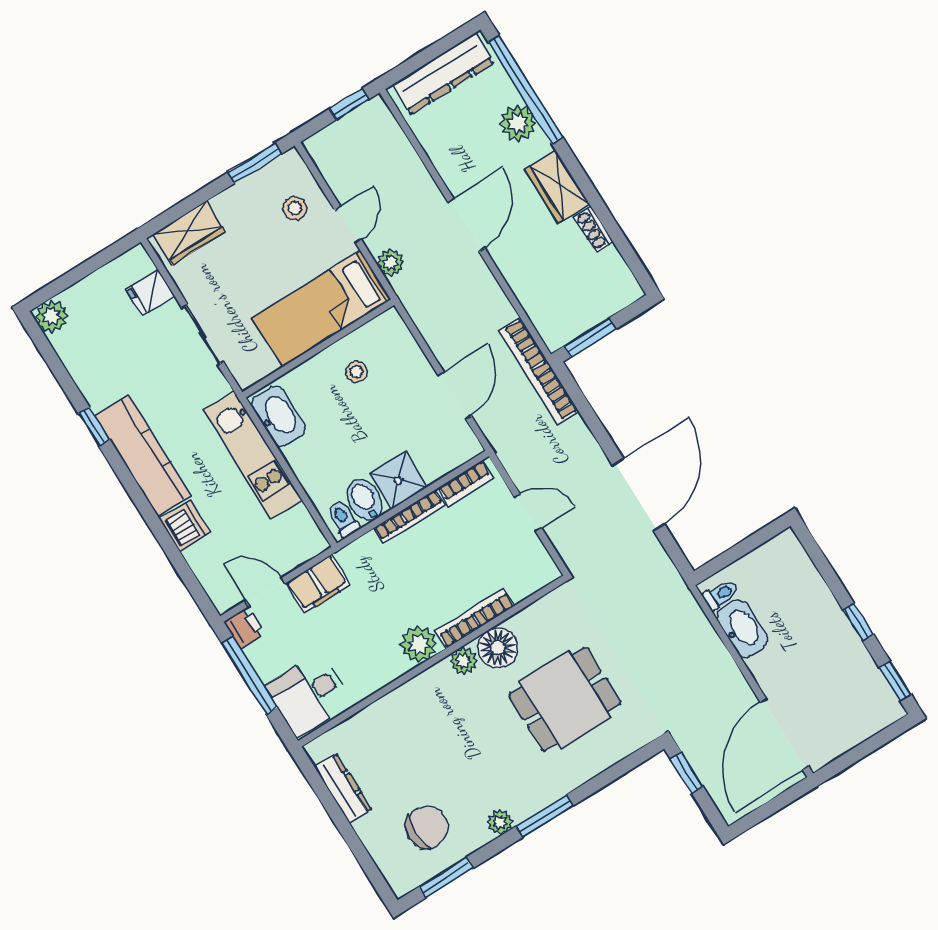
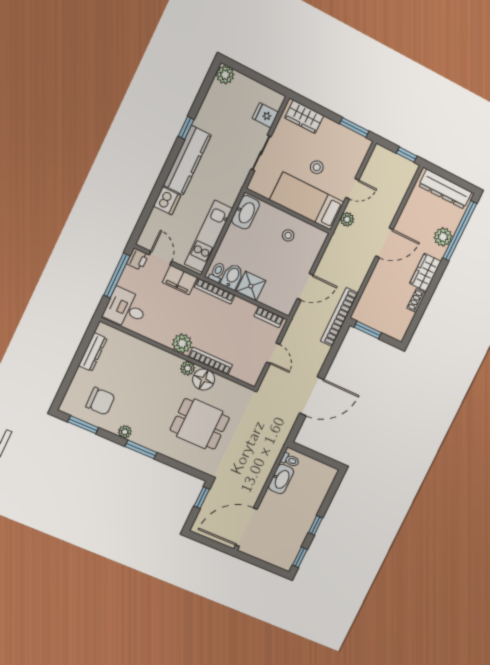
stool: (295, 208) -> (317, 167), moved
kitchen unit: (253, 455) -> (208, 236), moved
bookcase: (409, 517) -> (215, 291), moved

